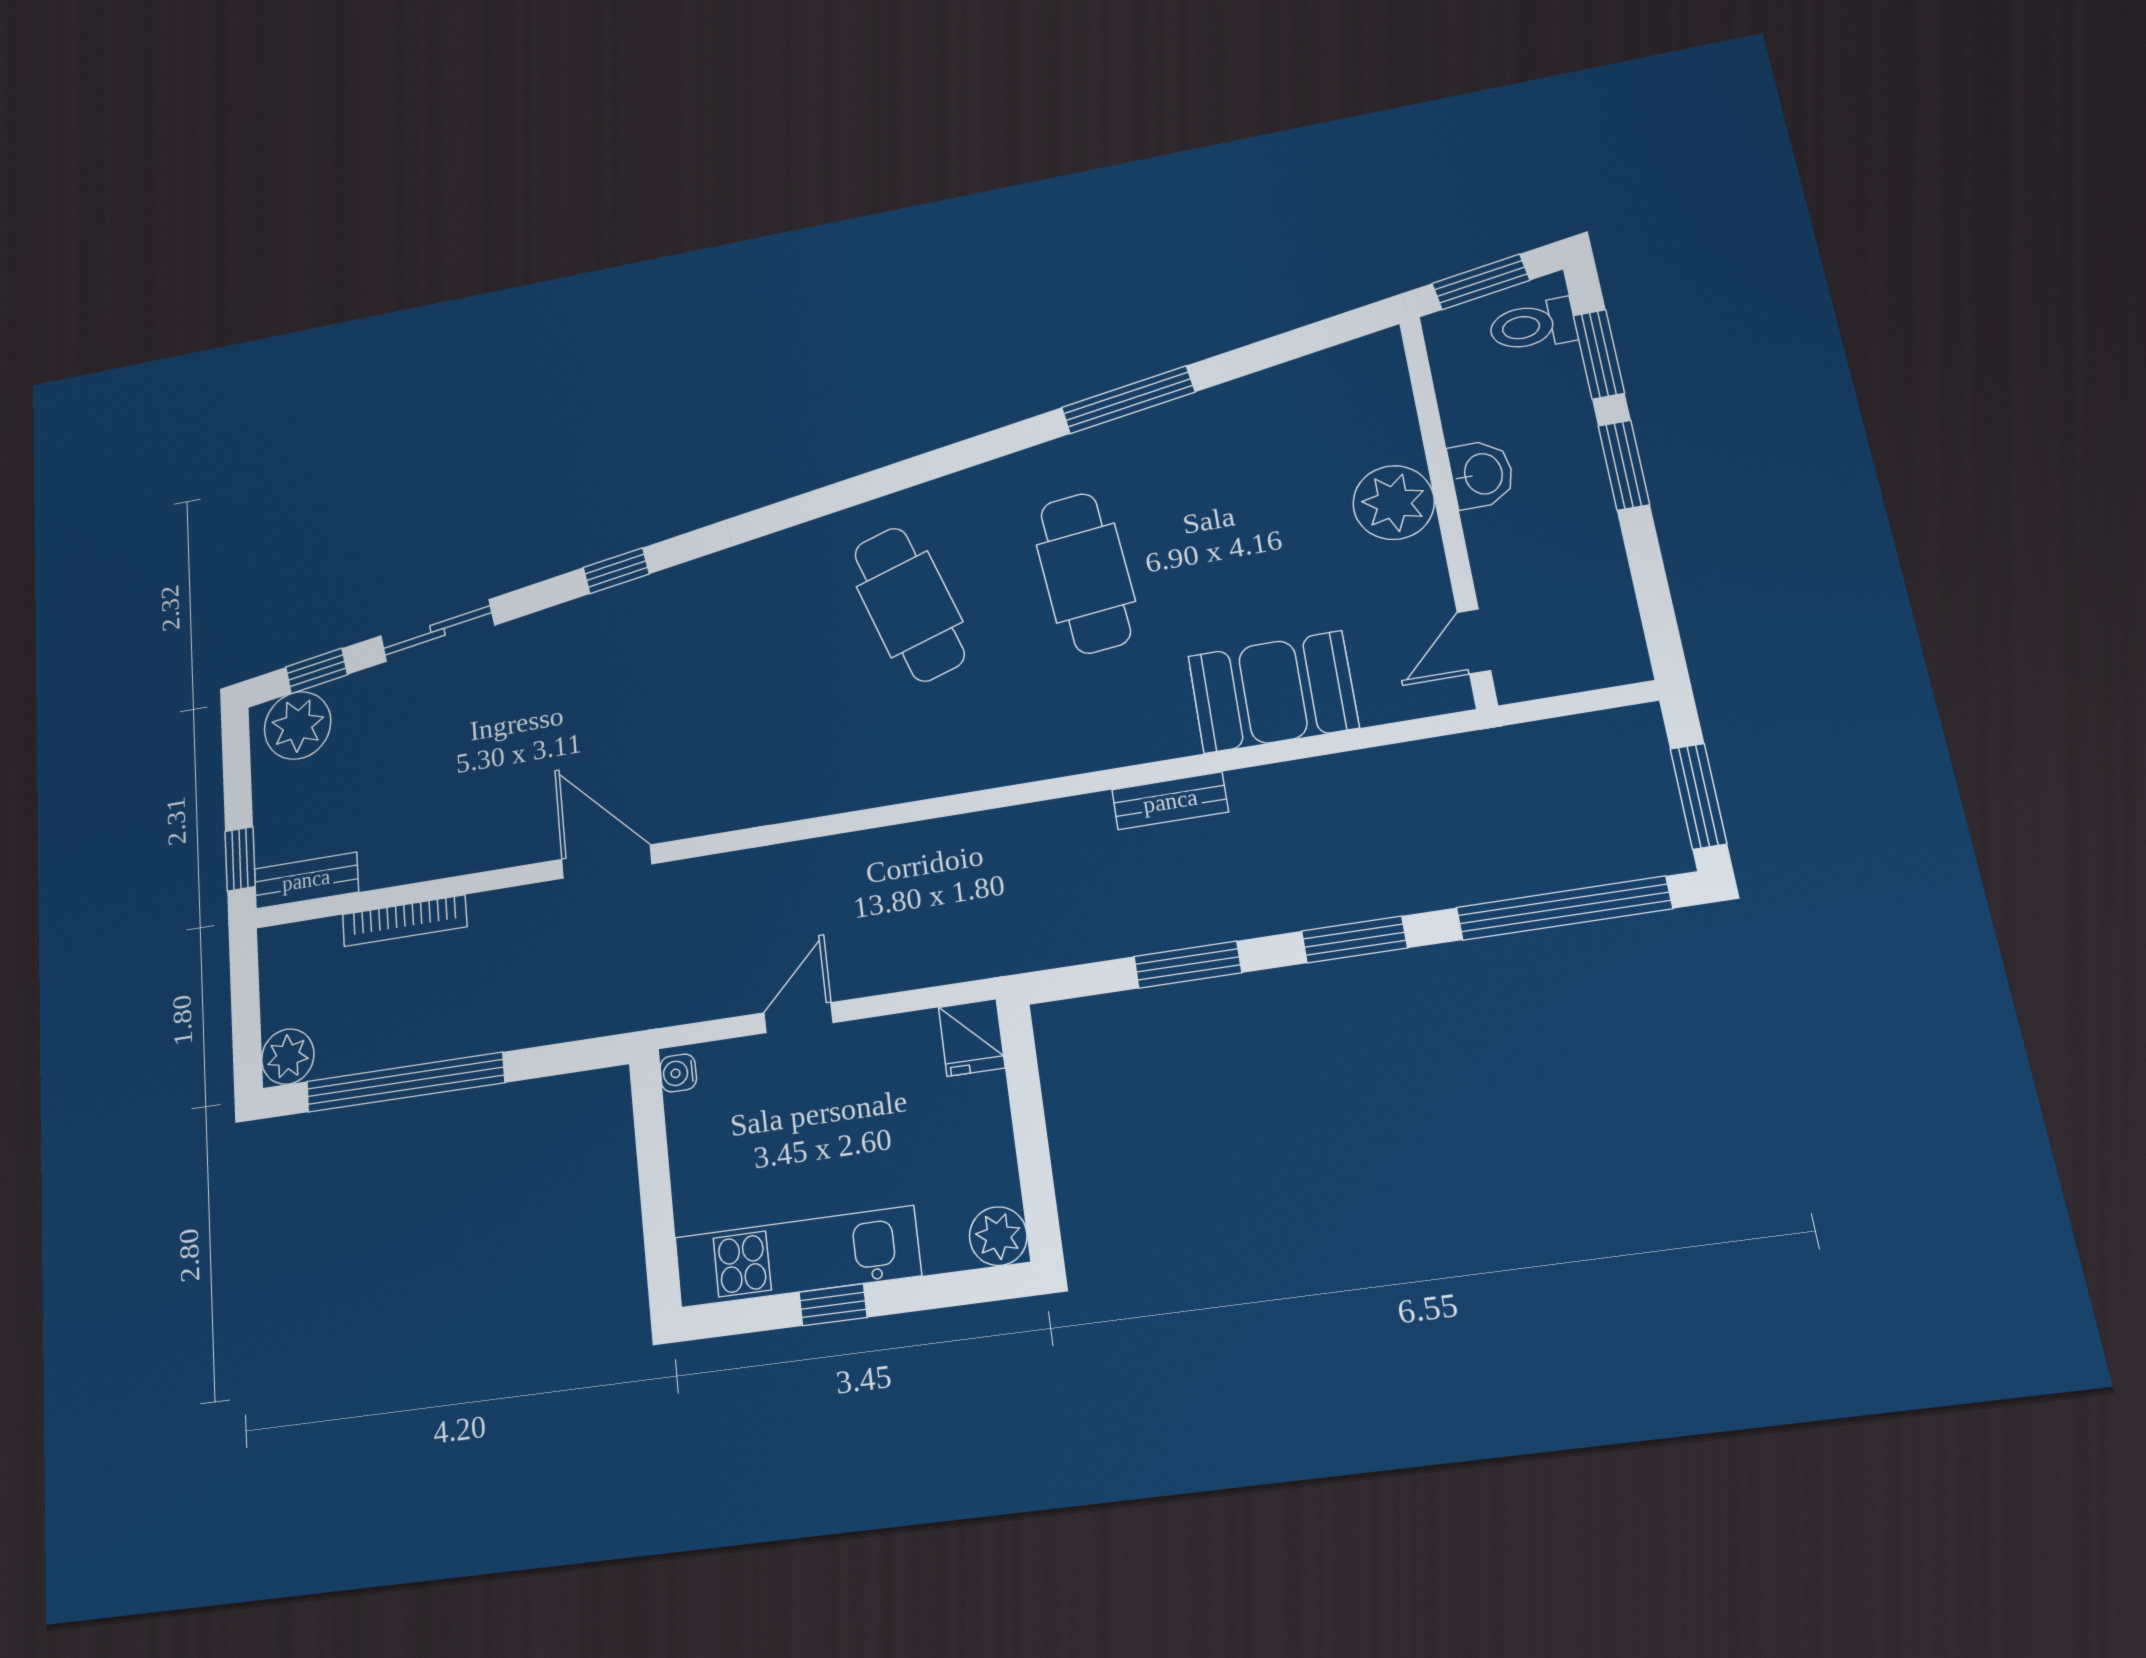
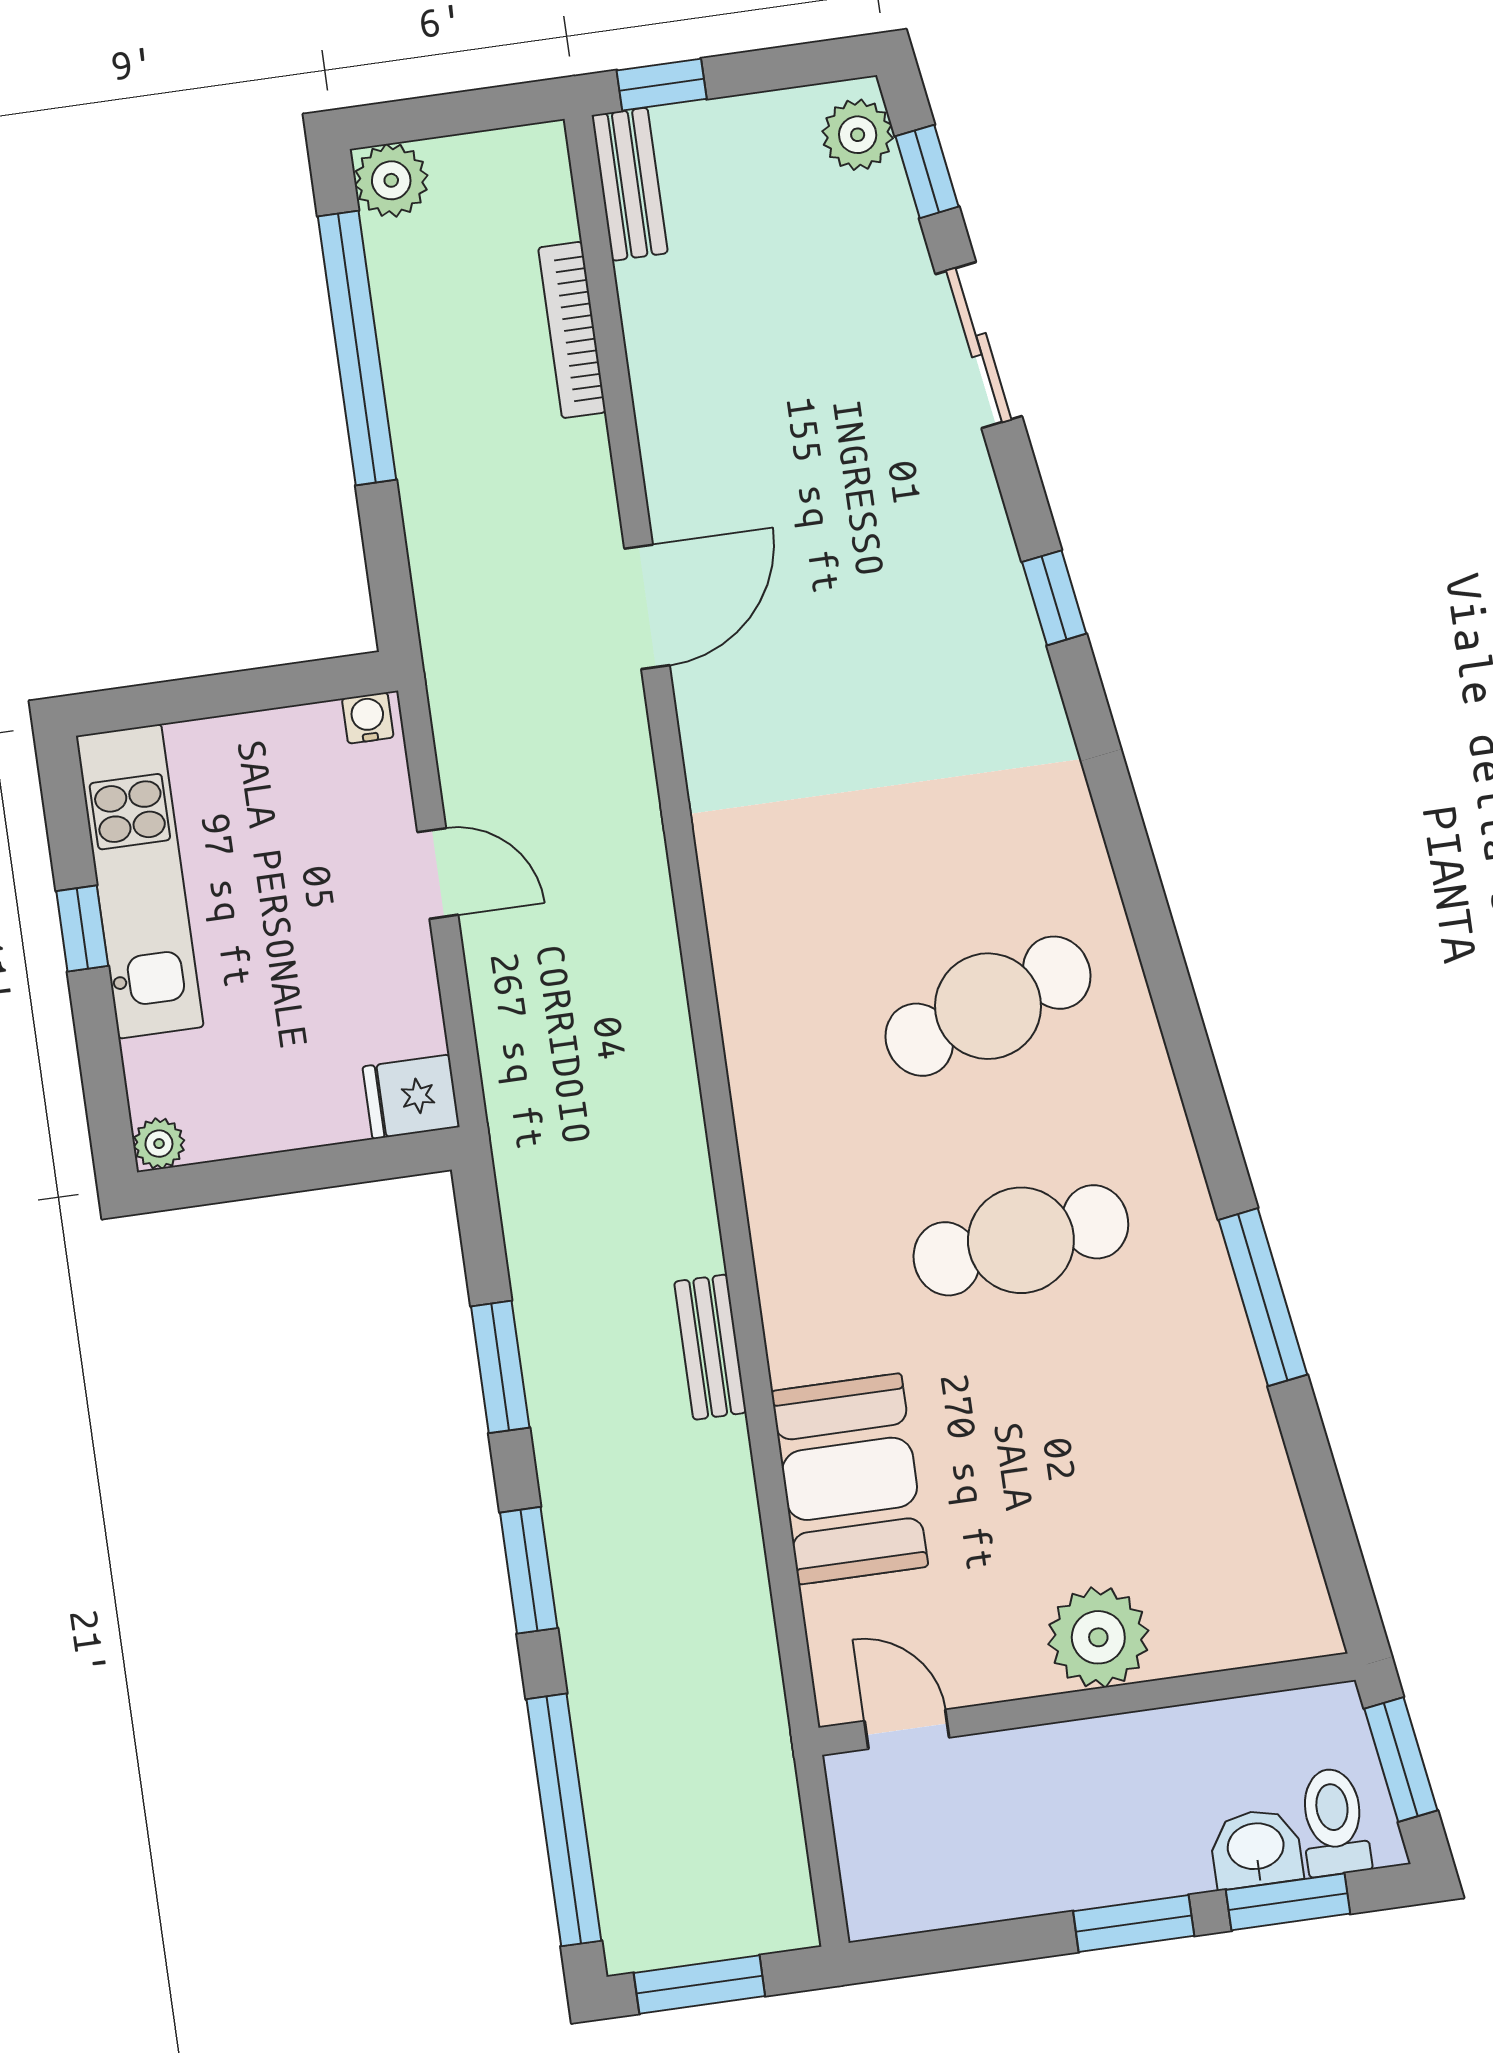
washbasin: (1482, 474) -> (1256, 1848), moved, turned 180
plant: (298, 725) -> (858, 135), width x0.73, depth x0.73
plant: (998, 1236) -> (159, 1144), width x0.73, depth x0.73

